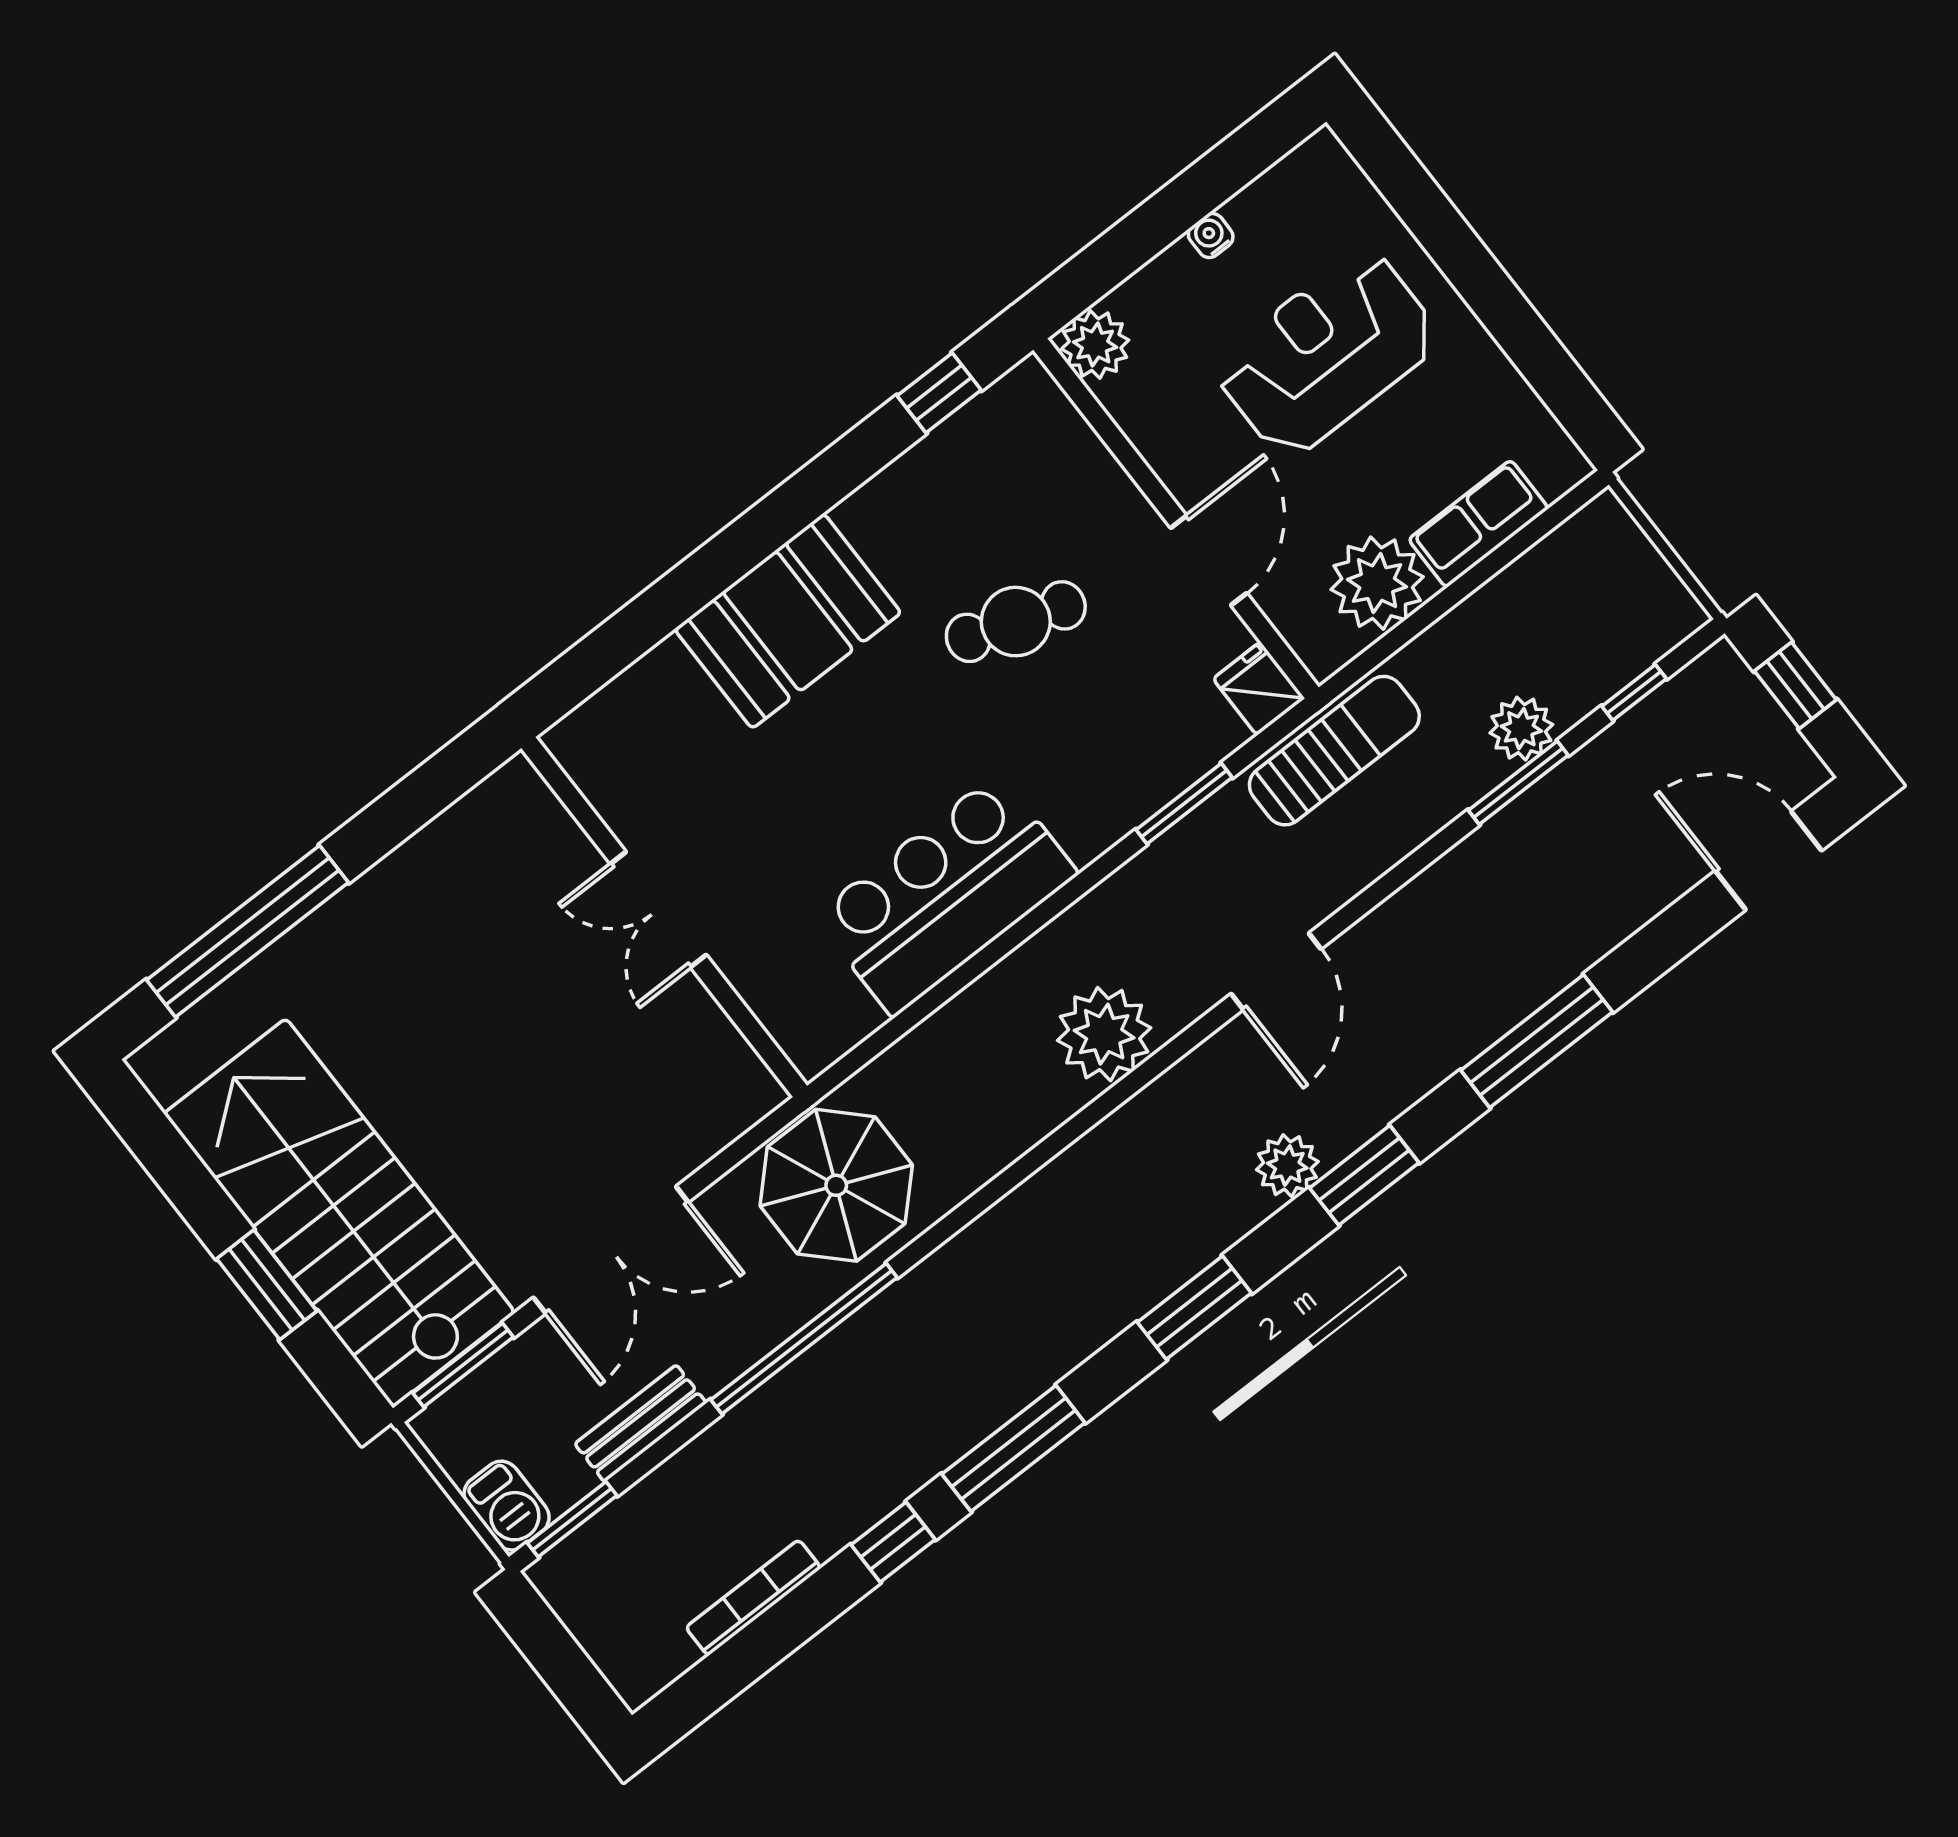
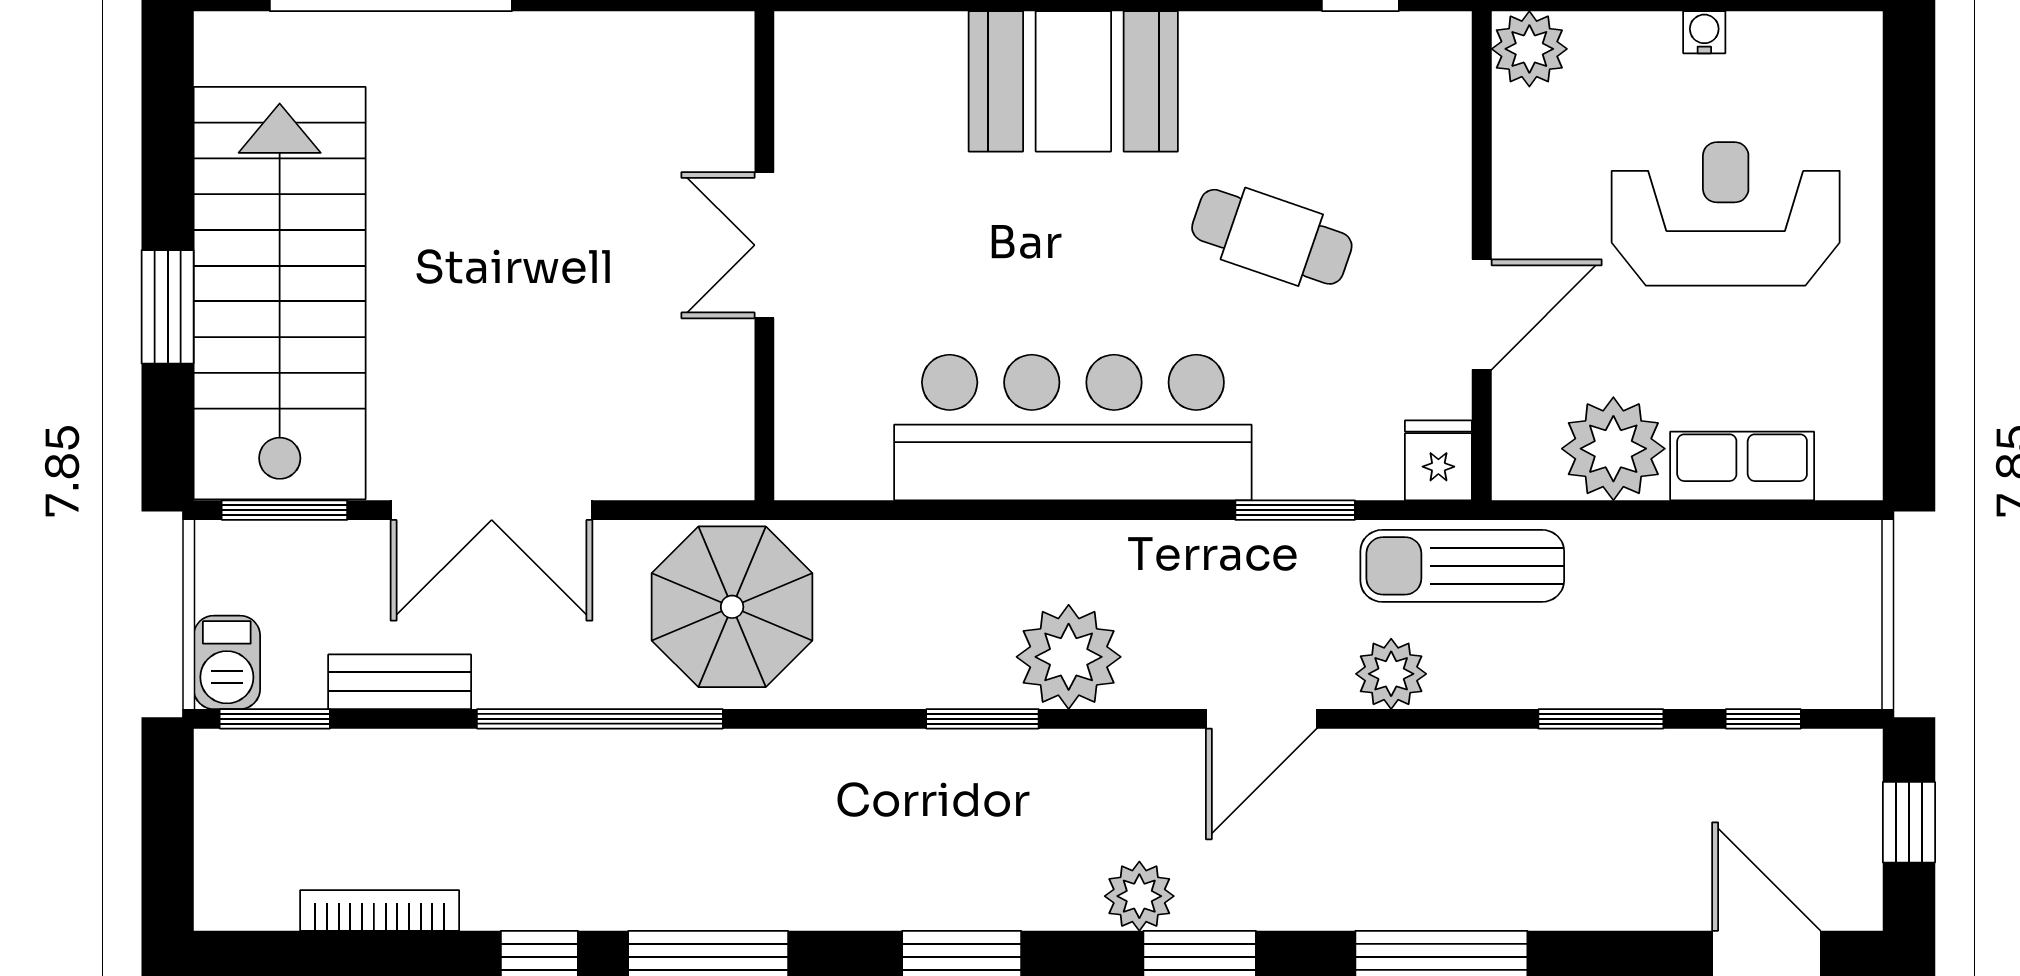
plant: (1521, 729) -> (1391, 674), moved
sun lounger: (1334, 751) -> (1462, 566), turned 180
bar counter: (946, 895) -> (1073, 428), width x1.36
window: (1077, 1126) -> (982, 719), added

